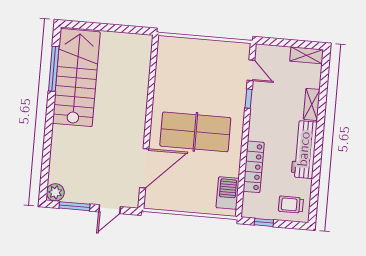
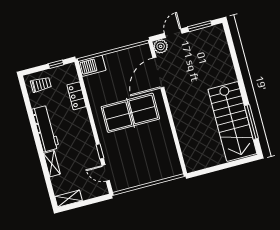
locker: (254, 167) -> (76, 96), width x0.66
plant: (55, 192) -> (161, 46), moved
barbecue: (228, 193) -> (92, 66), moved, turned 90

